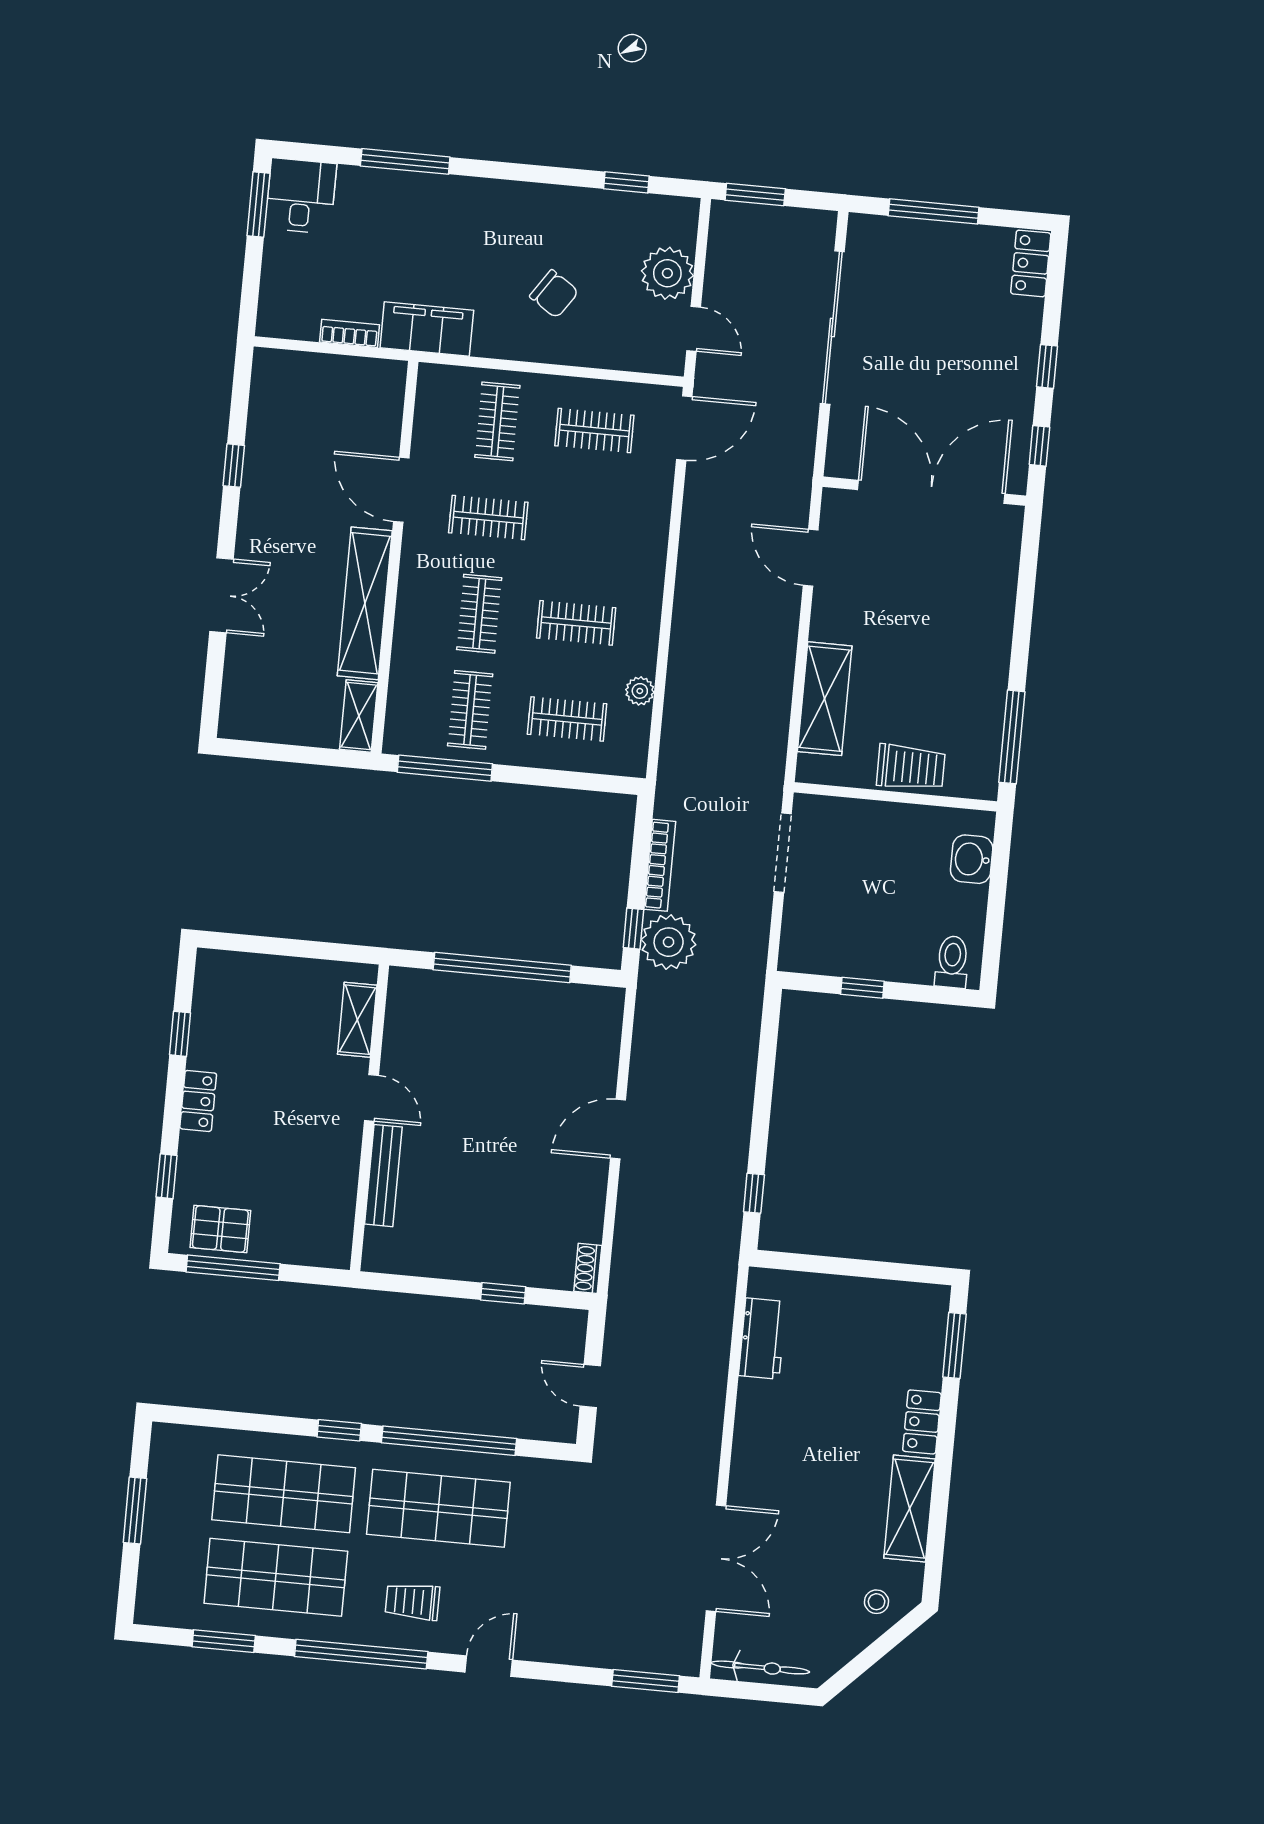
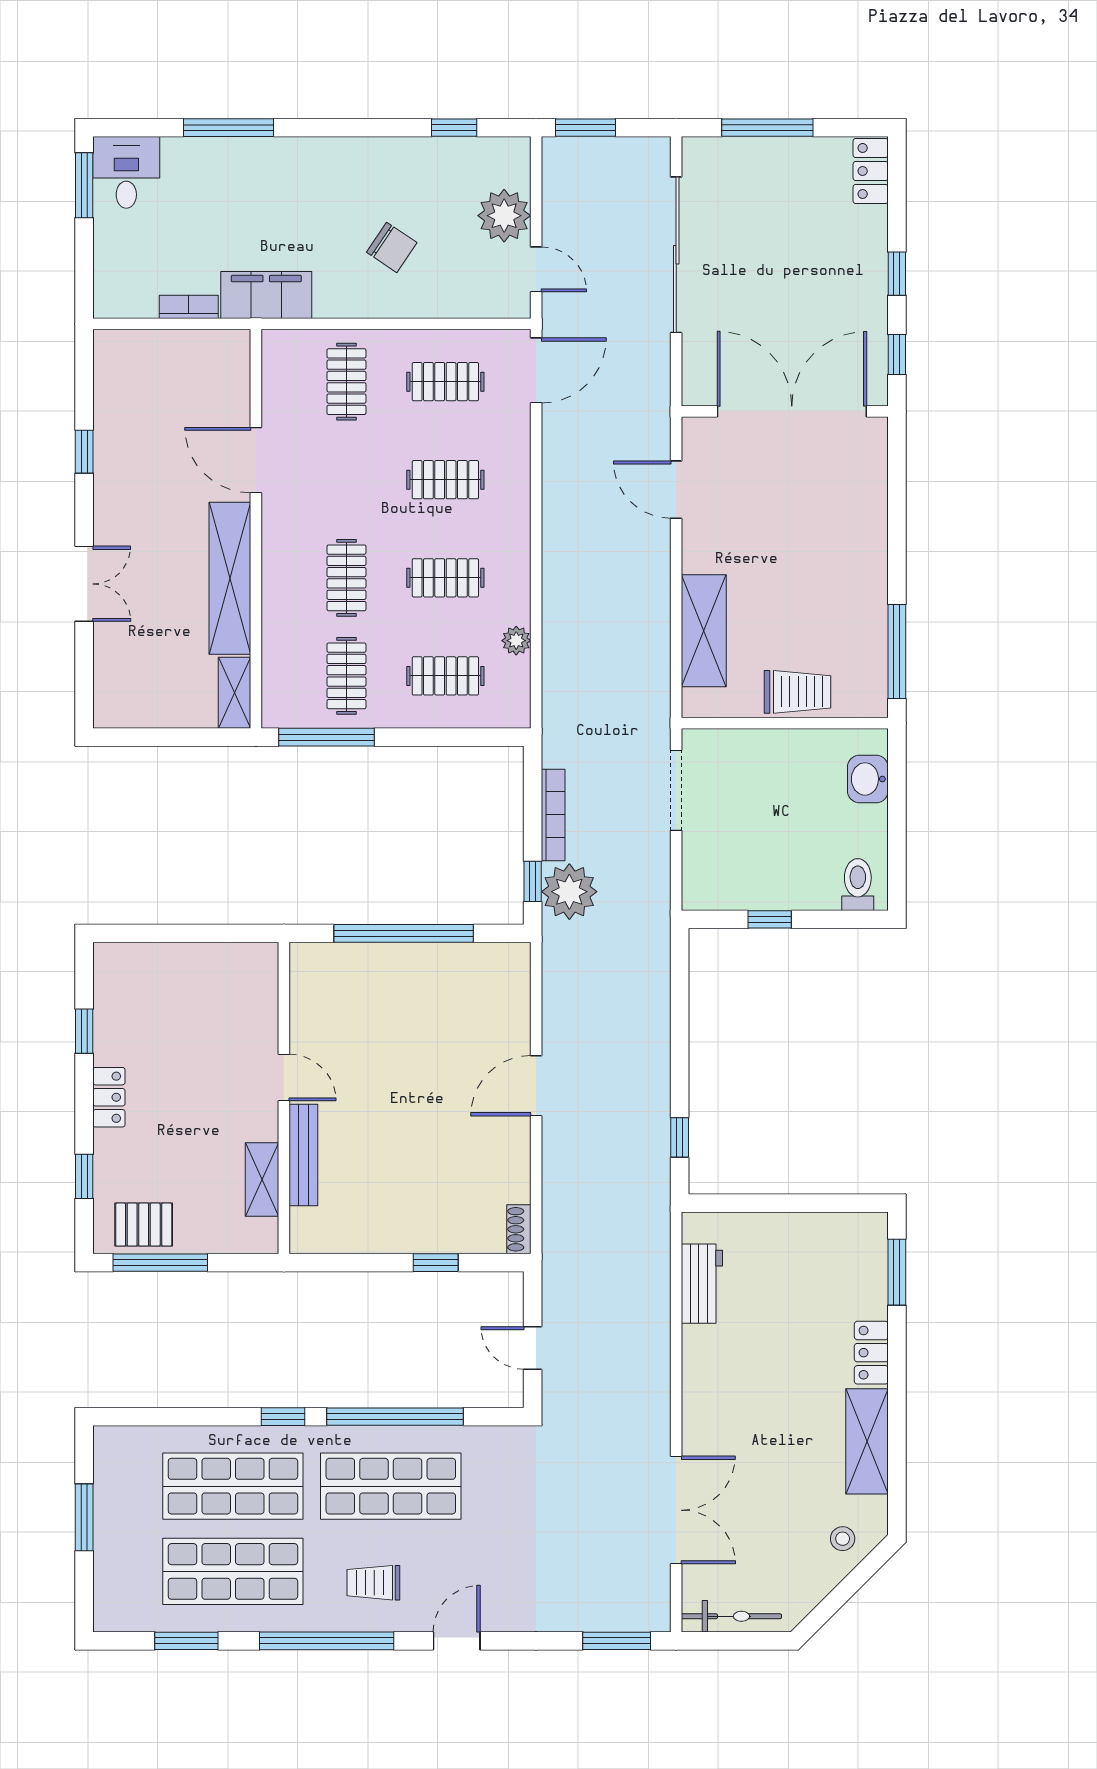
clothes rail: (488, 518) -> (445, 480), moved
shelving: (357, 1020) -> (262, 1180), moved

